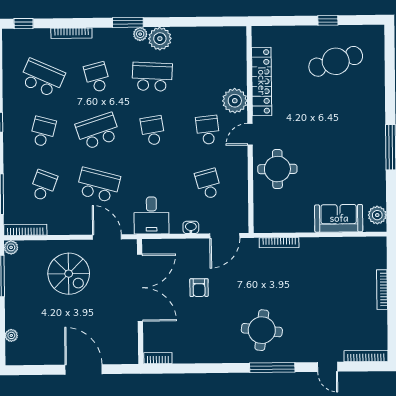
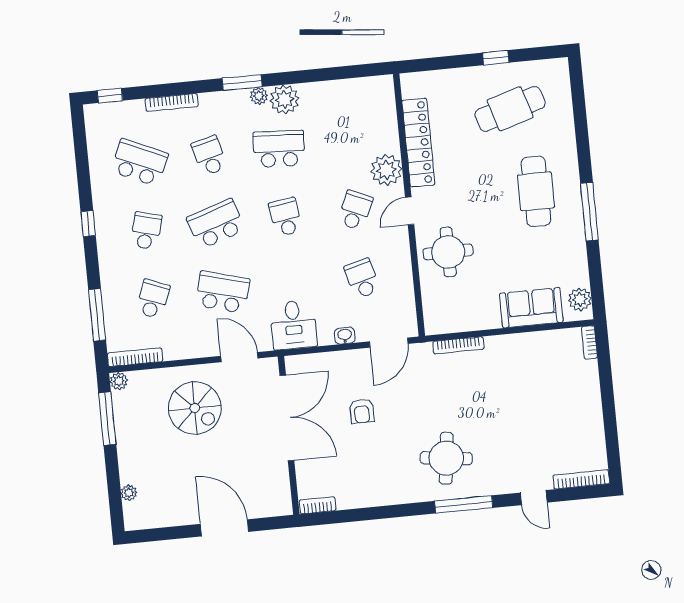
cafe table: (350, 128) -> (536, 191), added
school desk: (208, 130) -> (355, 210), turned 30
bookcase: (382, 290) -> (589, 342), moved, width x0.64

